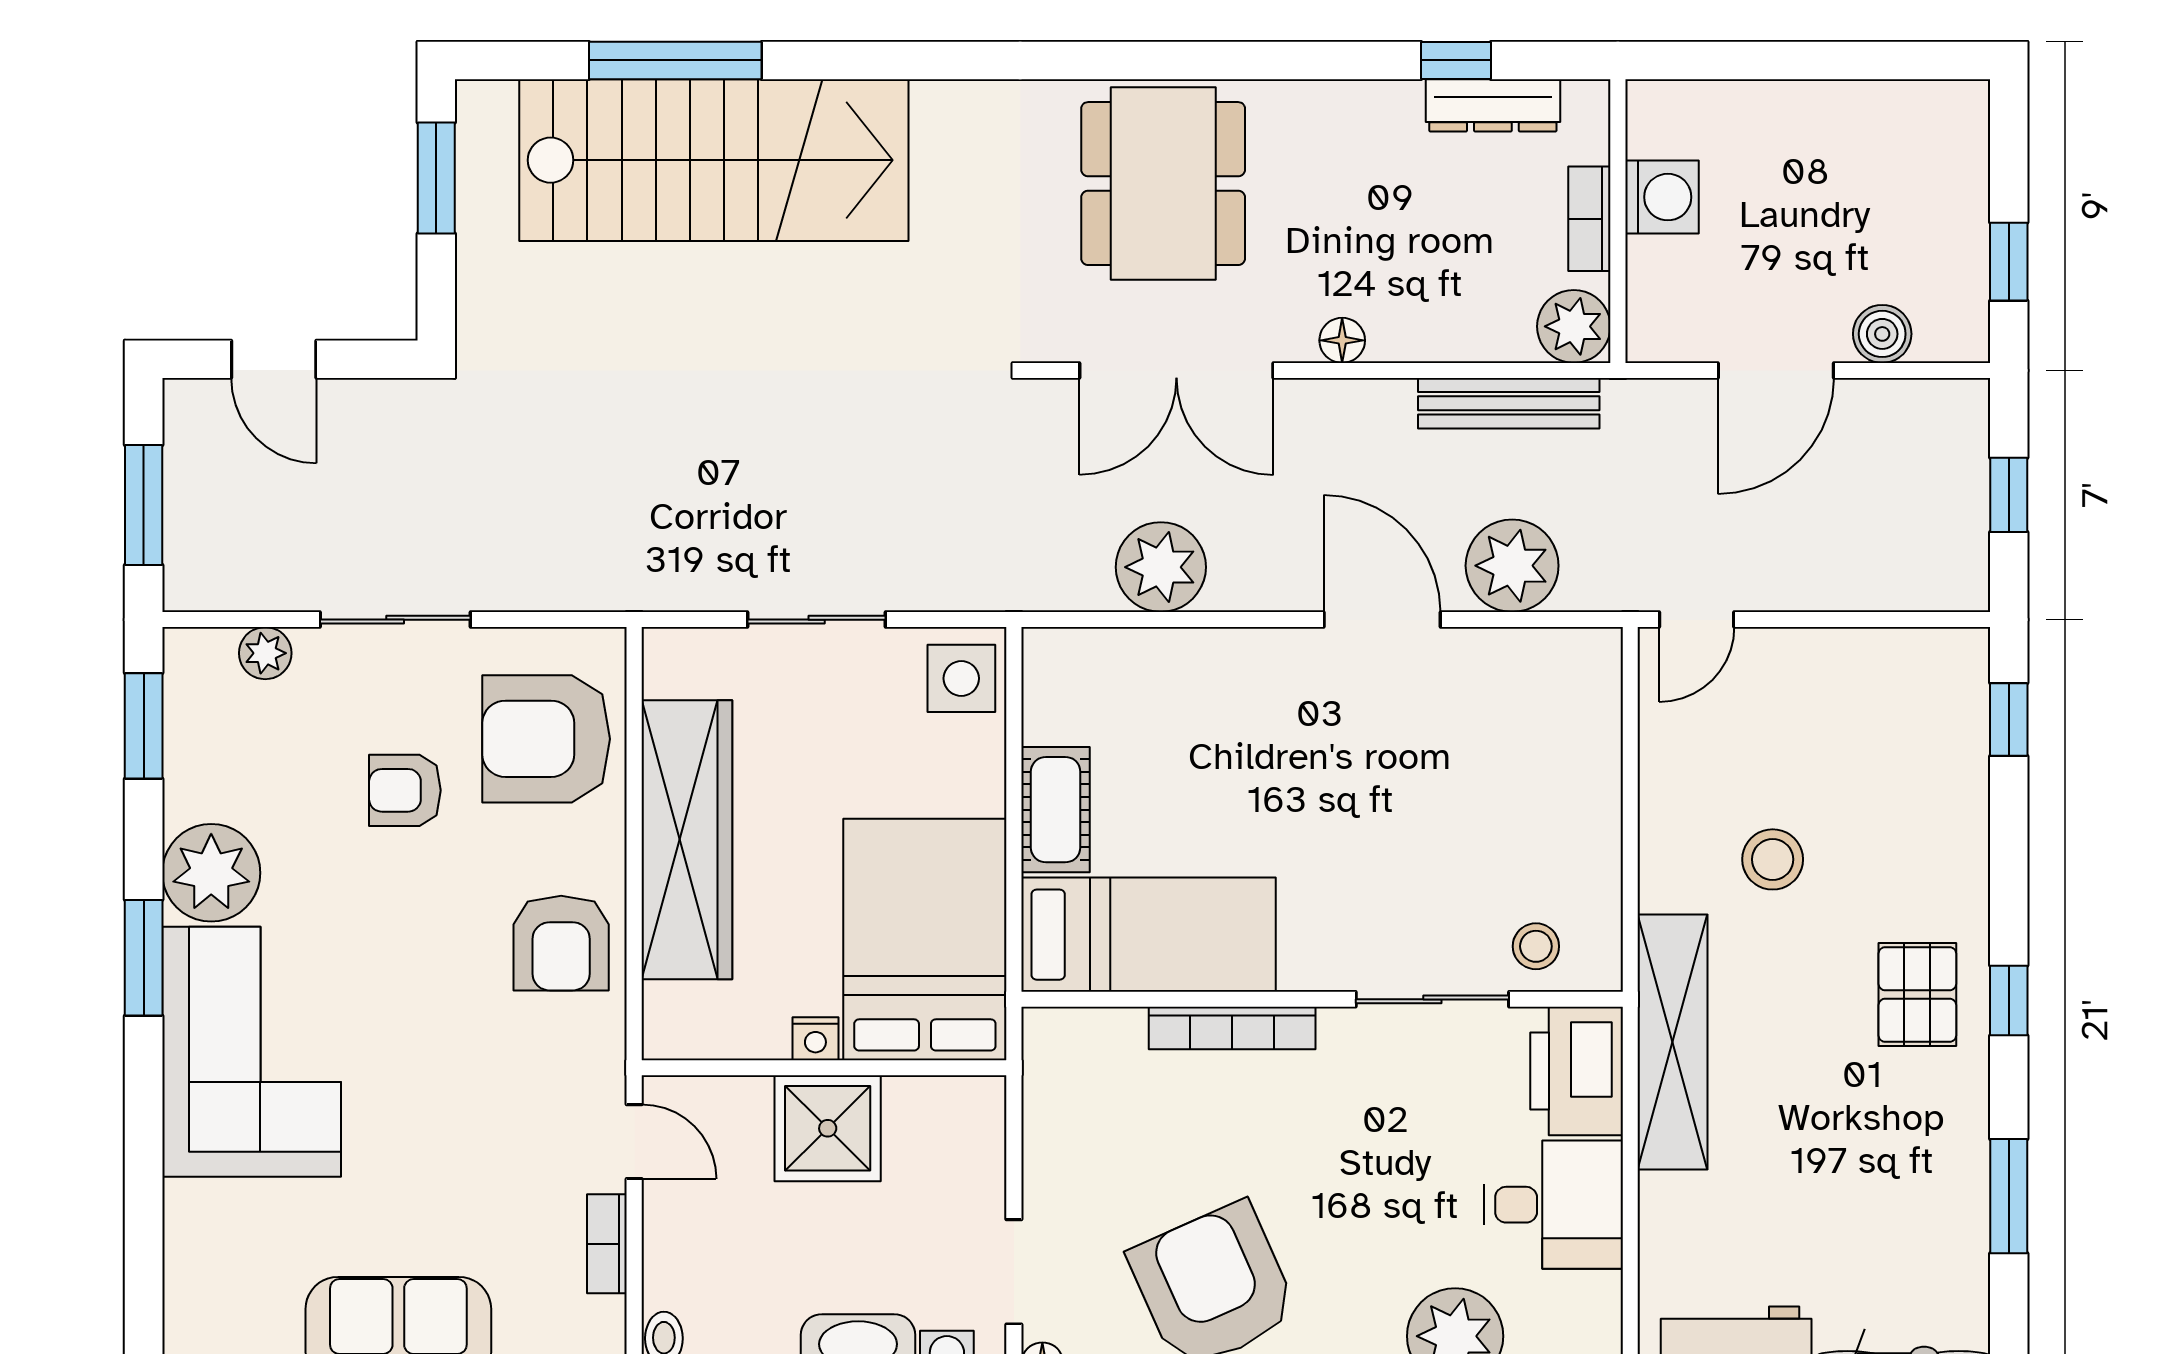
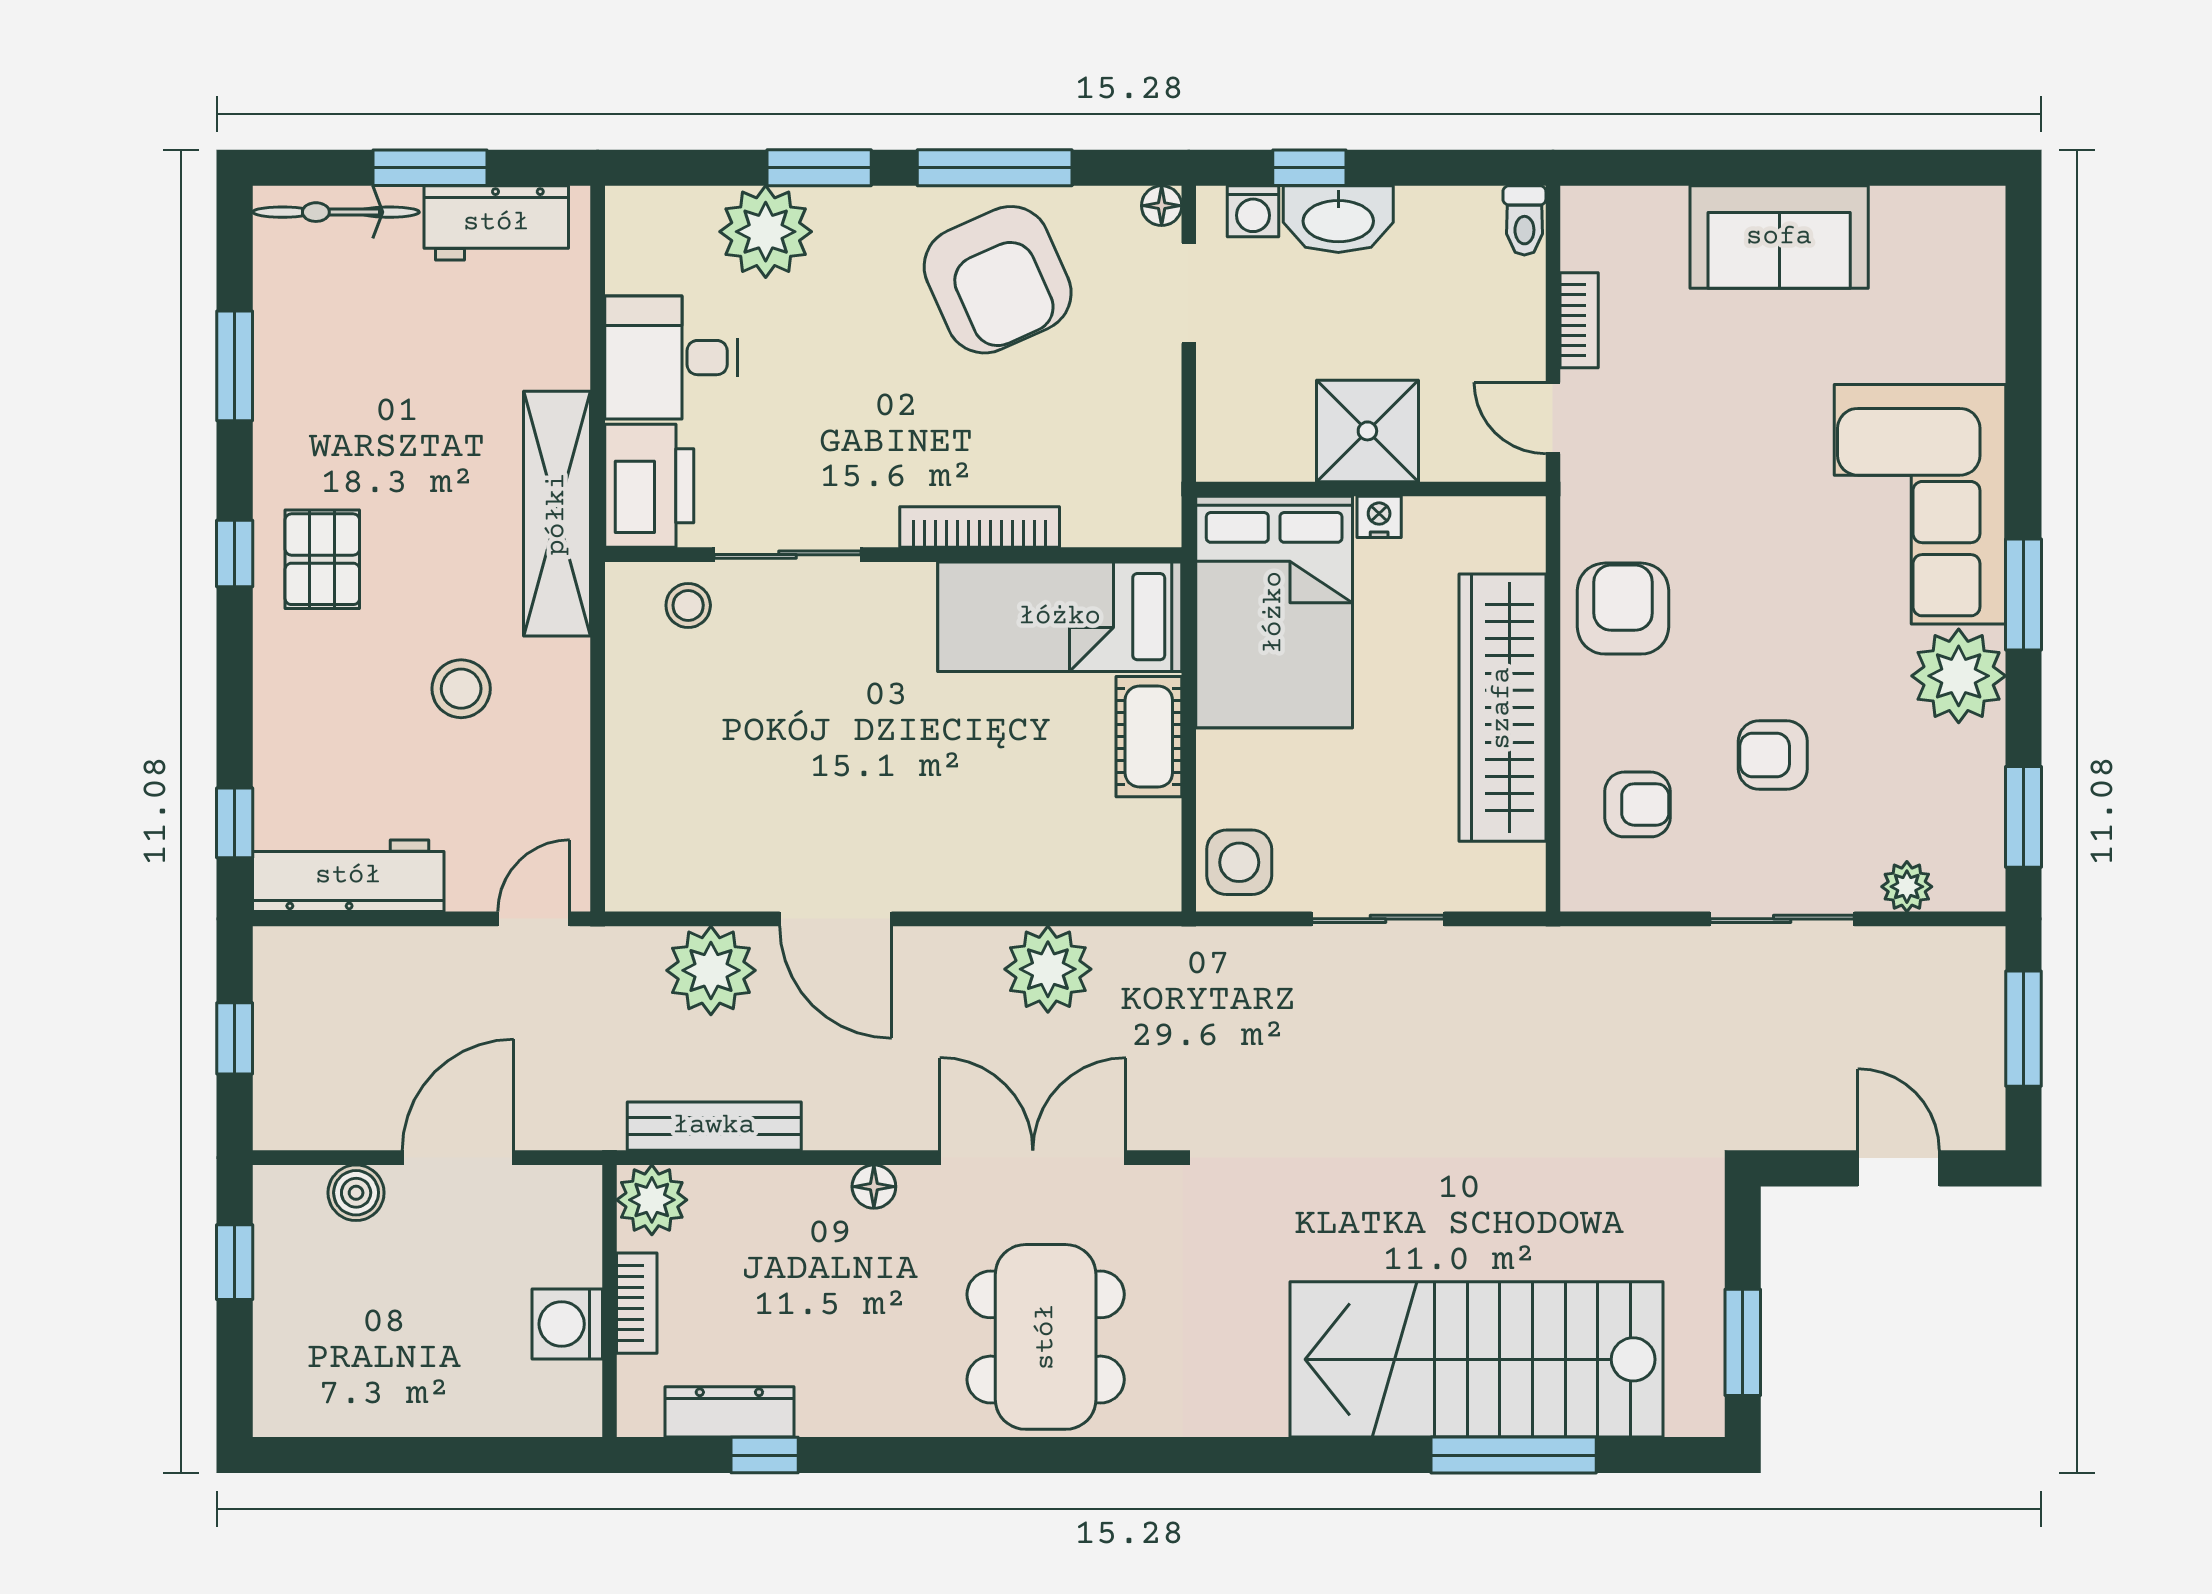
workbench: (1890, 664) -> (348, 876), added
armchair: (546, 739) -> (1637, 804), width x0.53, depth x0.53
armchair: (405, 790) -> (1773, 755), turned 180

